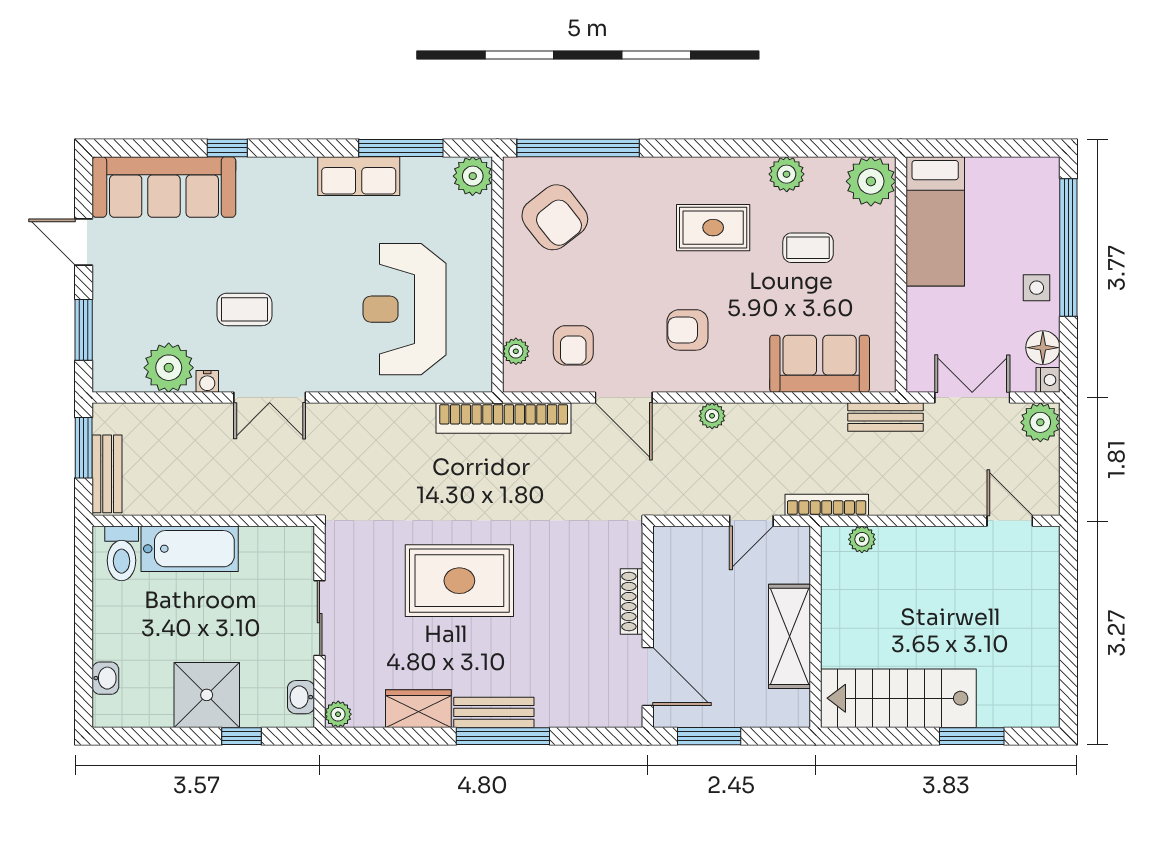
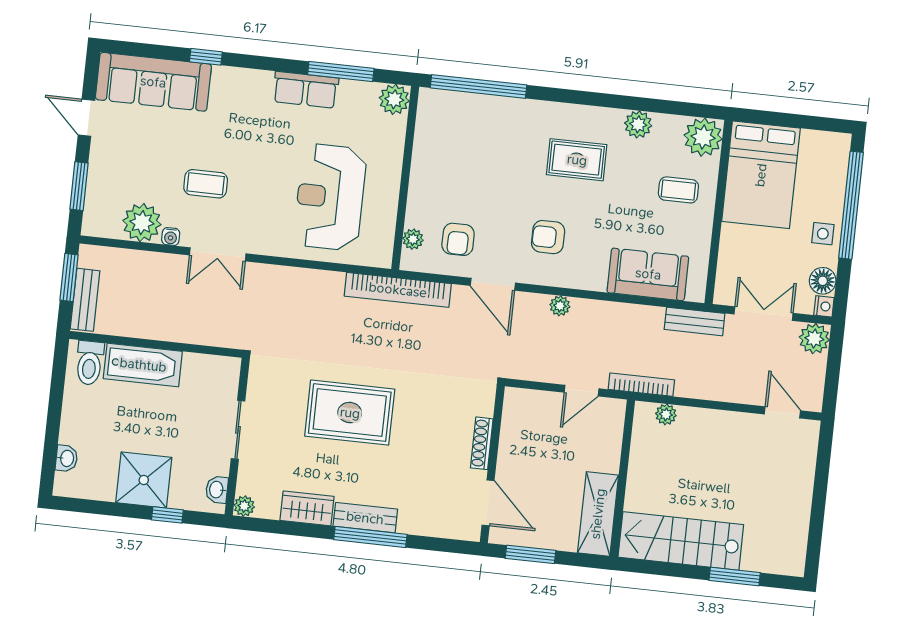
armchair: (555, 217) -> (455, 138), removed
bed: (935, 221) -> (761, 175), width x1.50
coffee table: (808, 248) -> (678, 190), moved
shelving: (789, 636) -> (598, 514), moved

